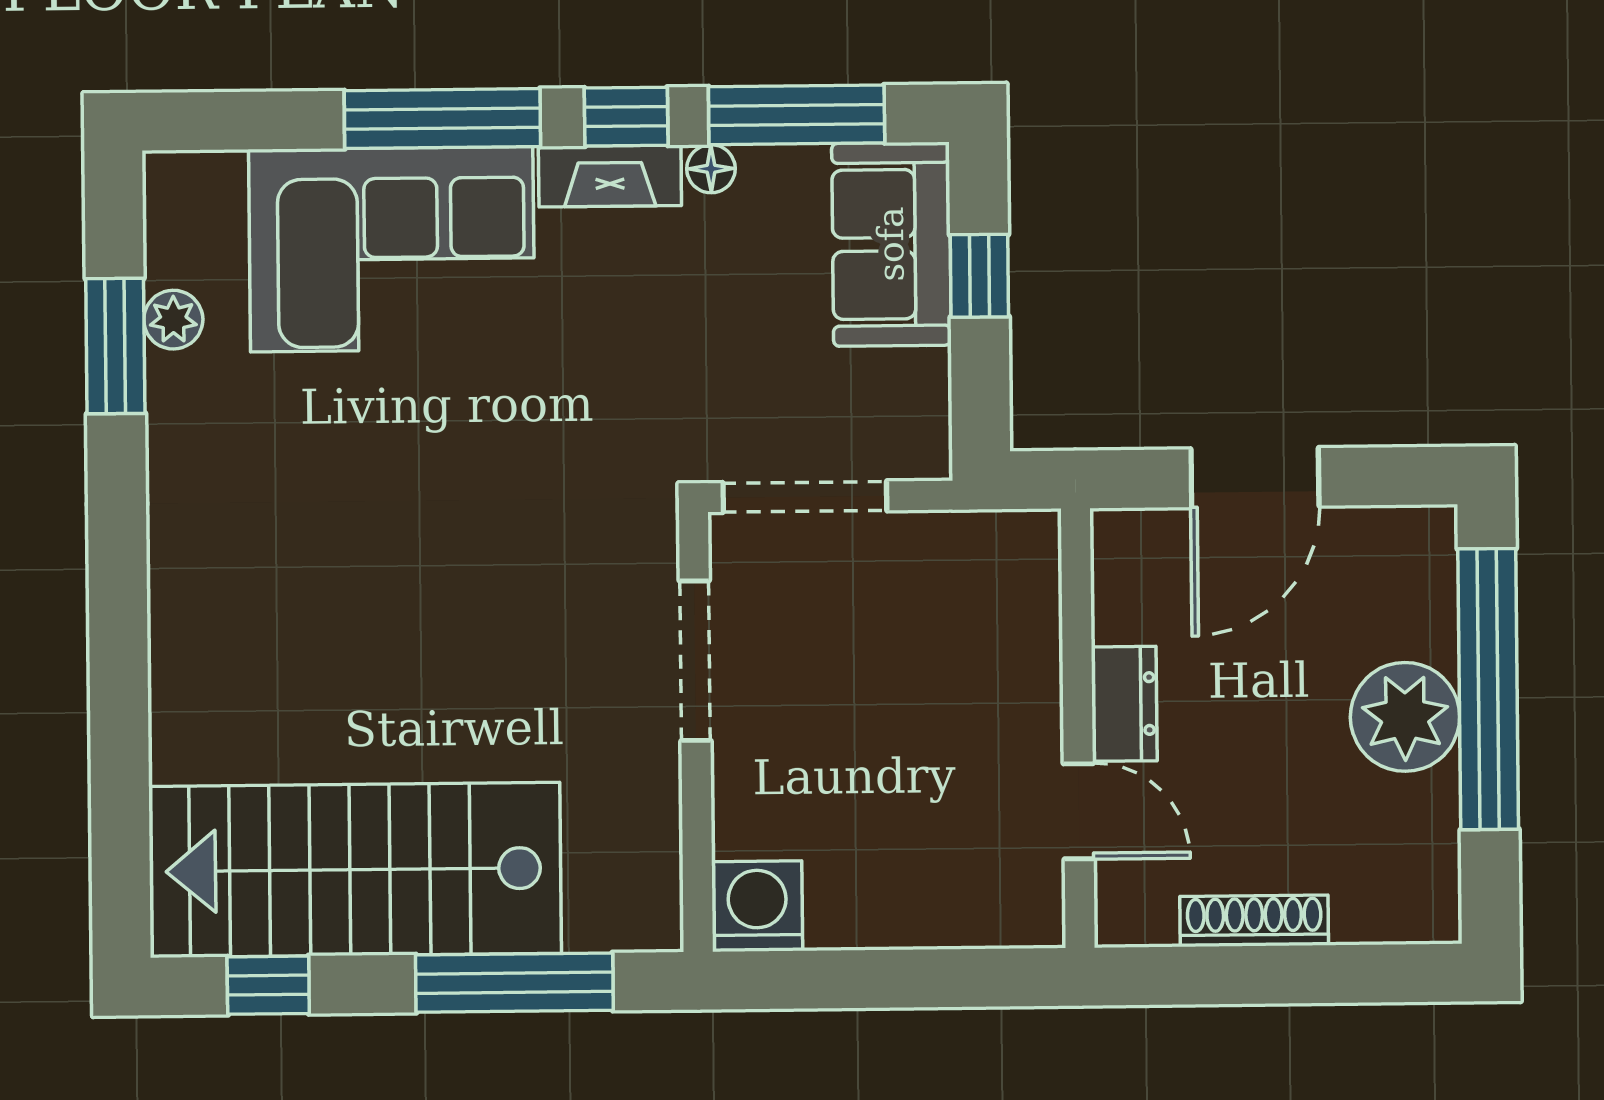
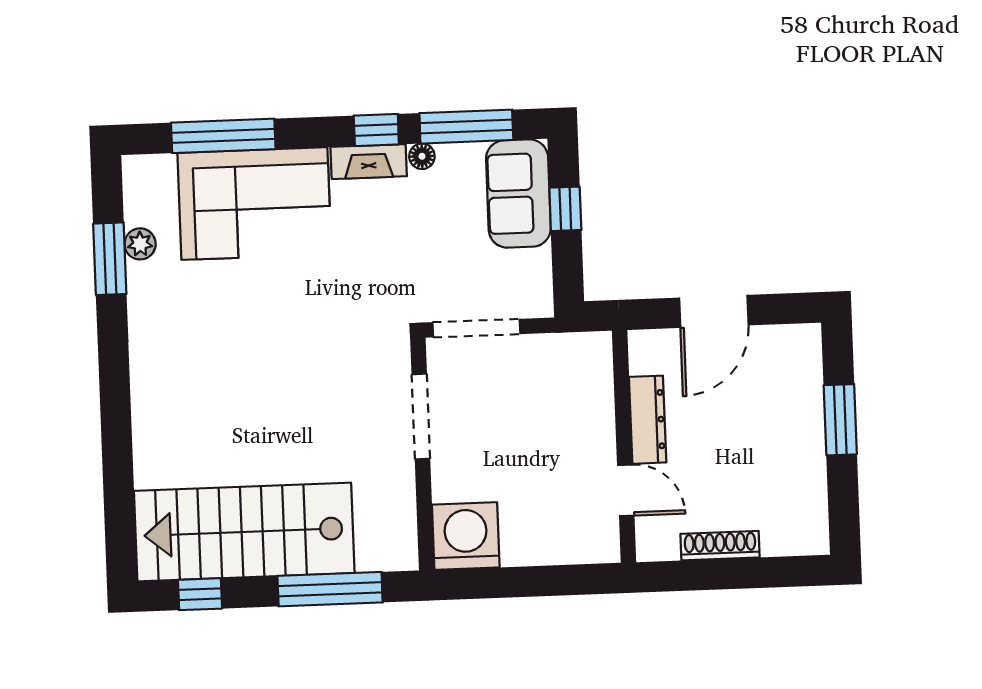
window: (442, 119) -> (223, 136), moved
window: (1488, 689) -> (840, 420), width x0.47
dresser: (1124, 704) -> (648, 420), width x1.44
plant: (1405, 717) -> (797, 436), removed
washing machine: (757, 906) -> (466, 536), width x1.37, depth x1.37

